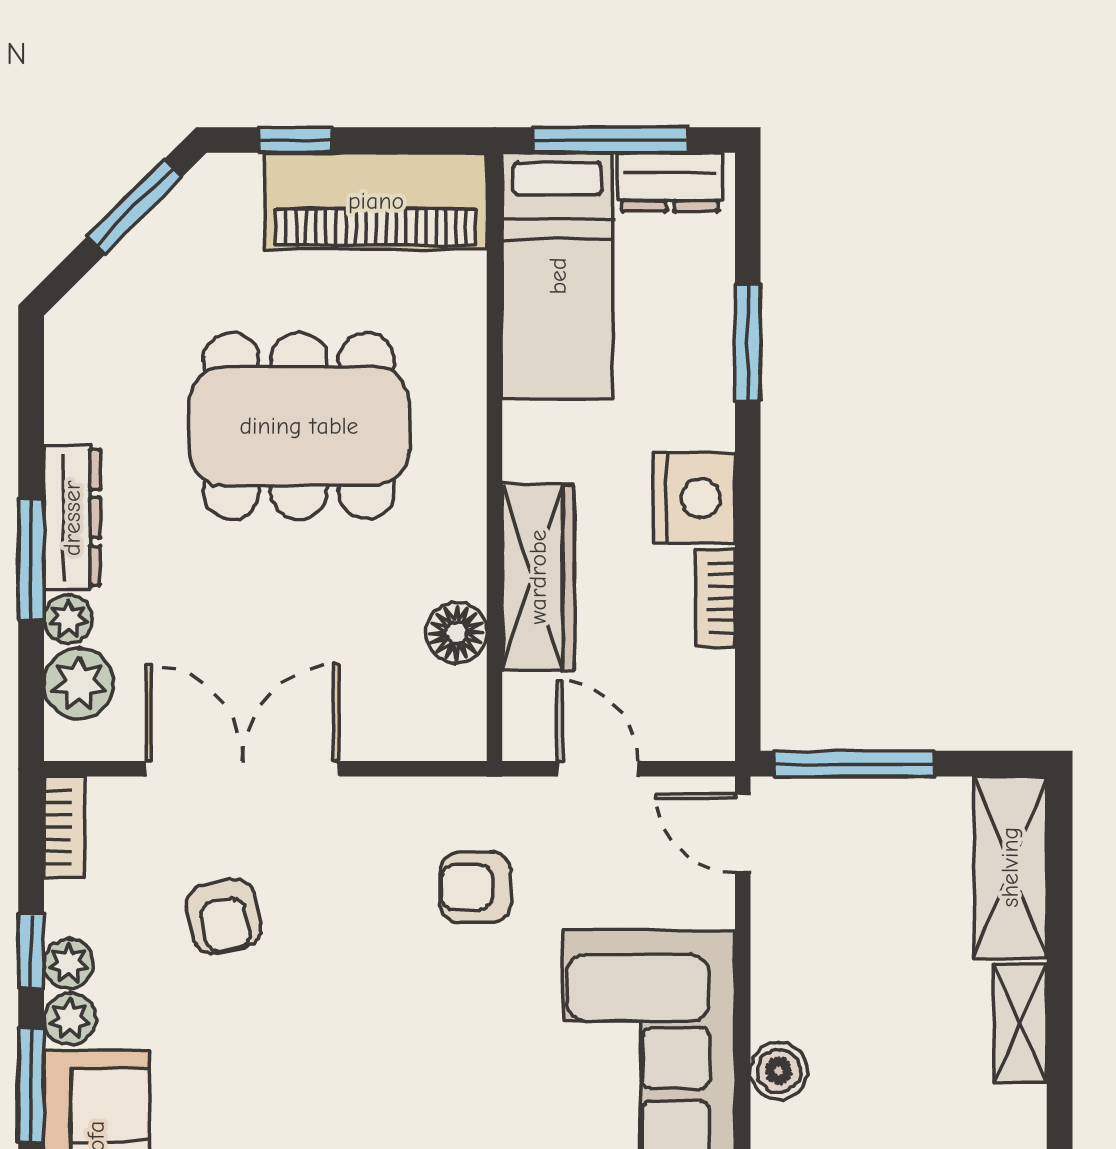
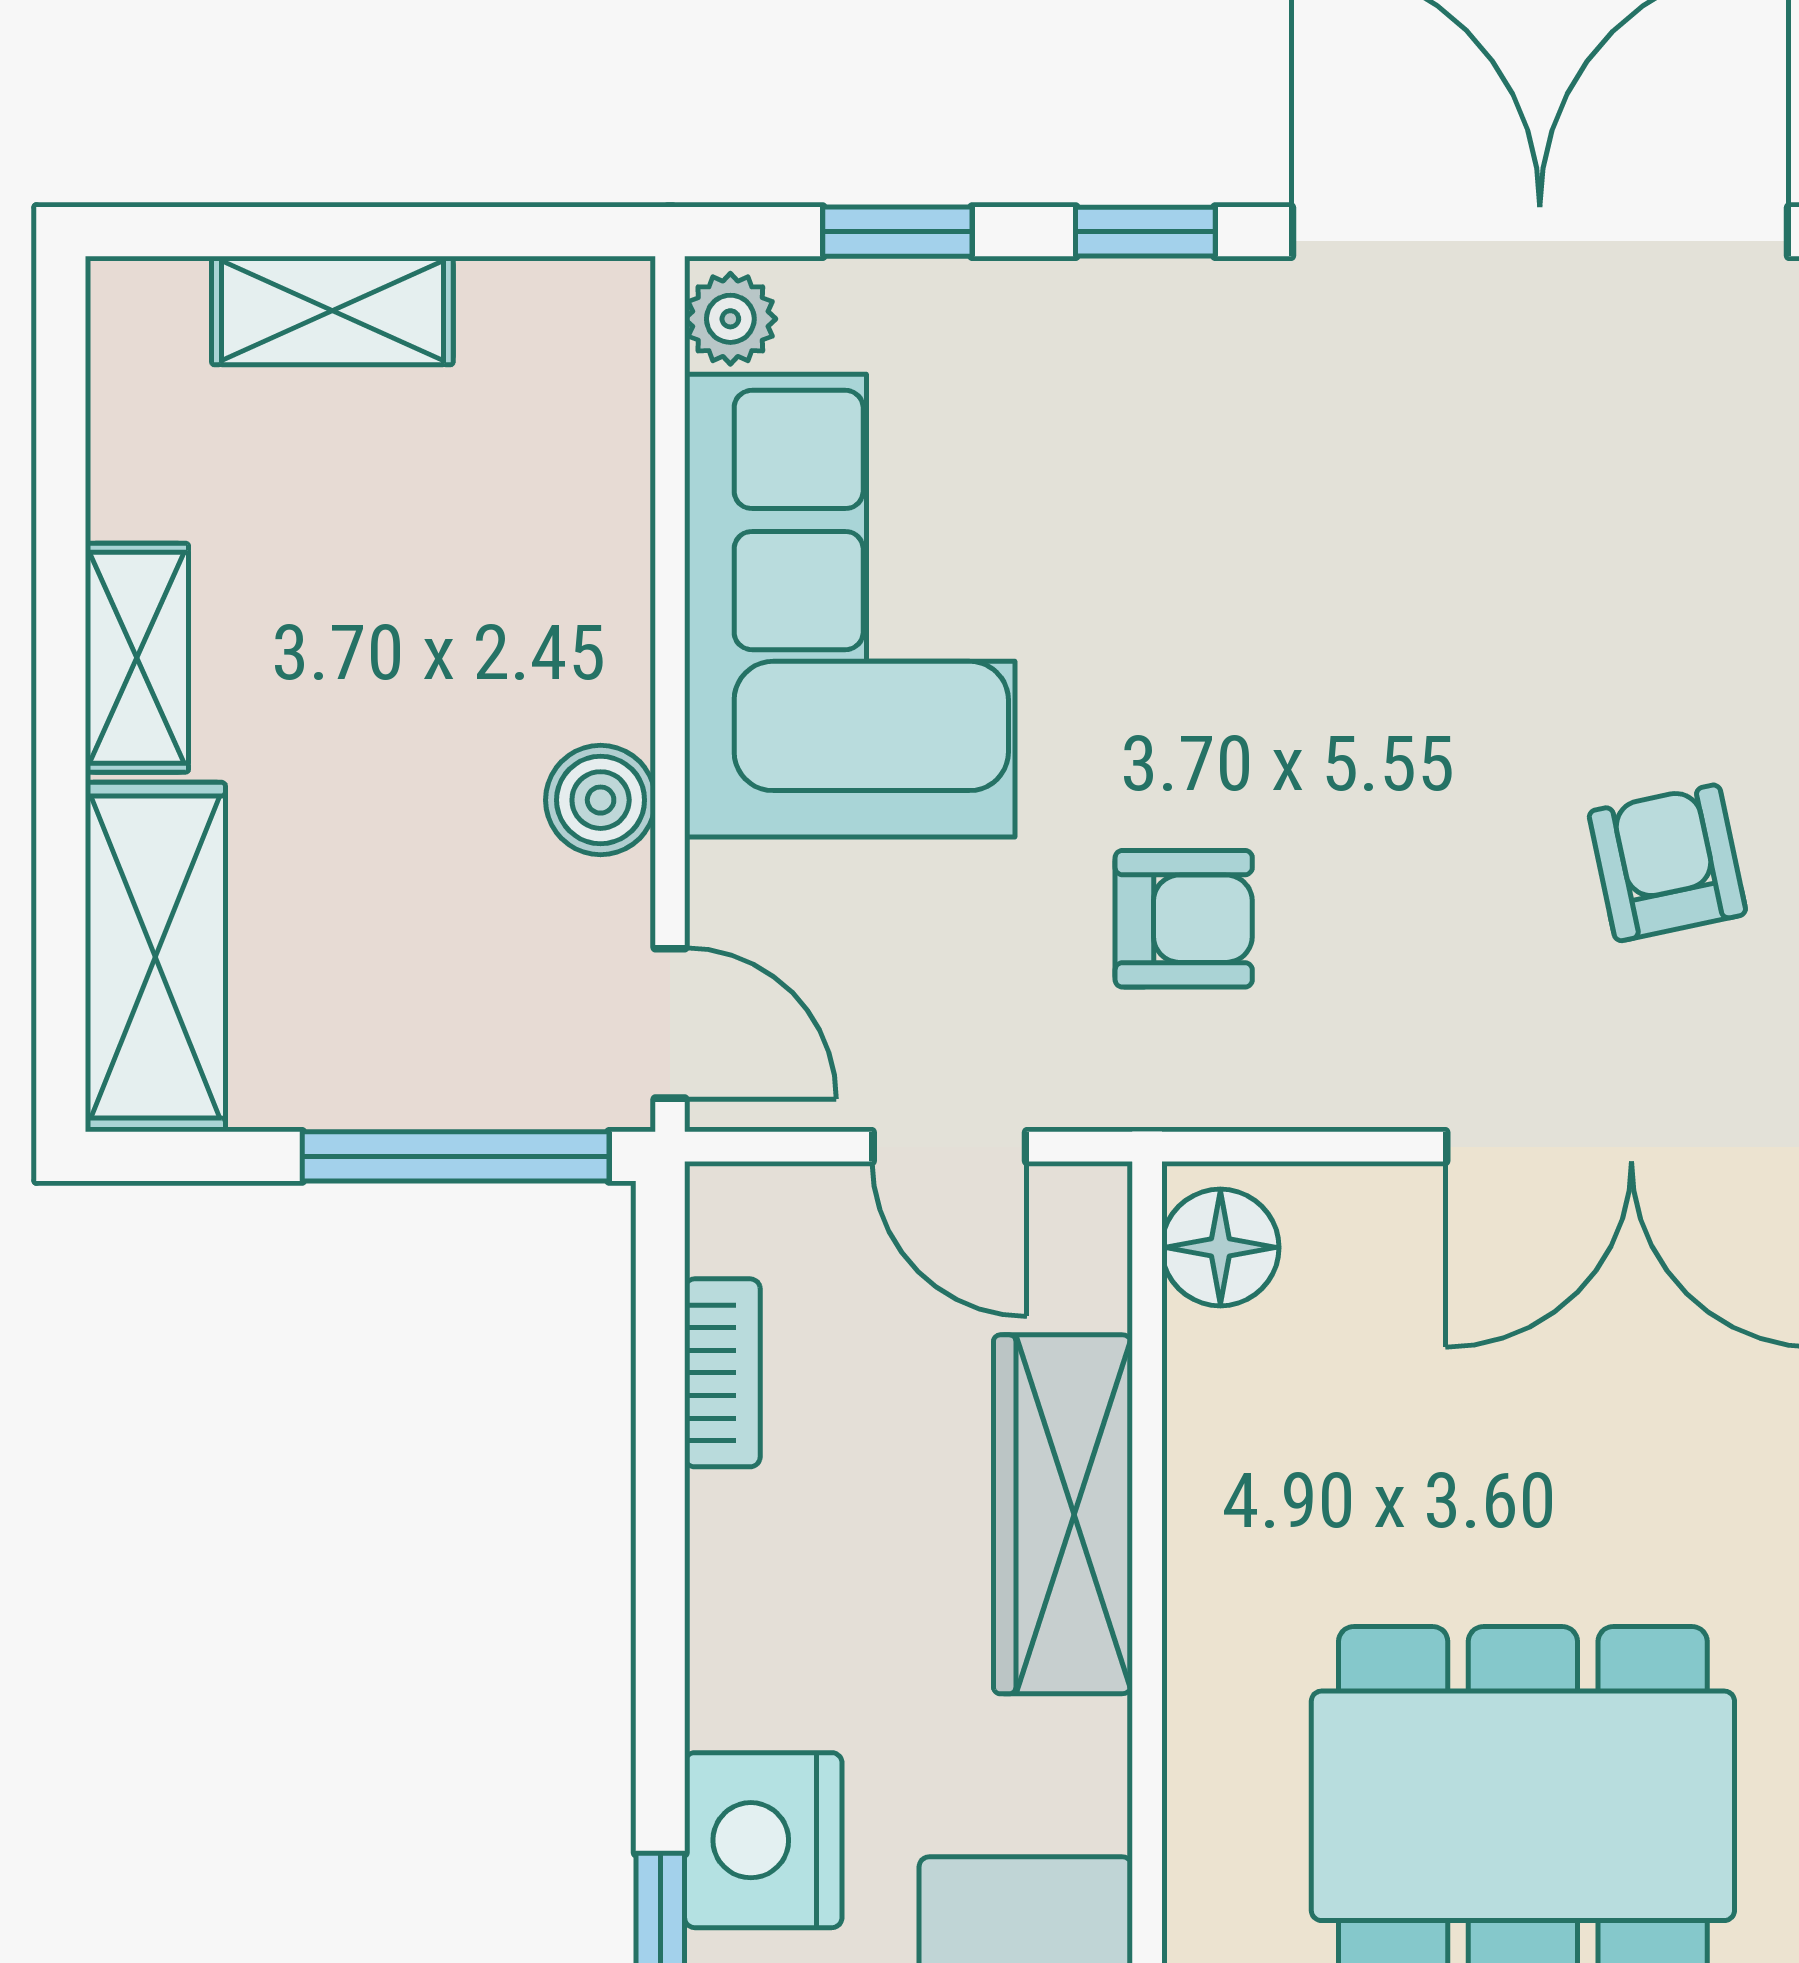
nightstand: (694, 498) -> (763, 1840), moved
bookcase: (715, 598) -> (722, 1373), moved
floor lamp: (456, 633) -> (1220, 1247), moved
boiler: (779, 1071) -> (601, 800), moved

